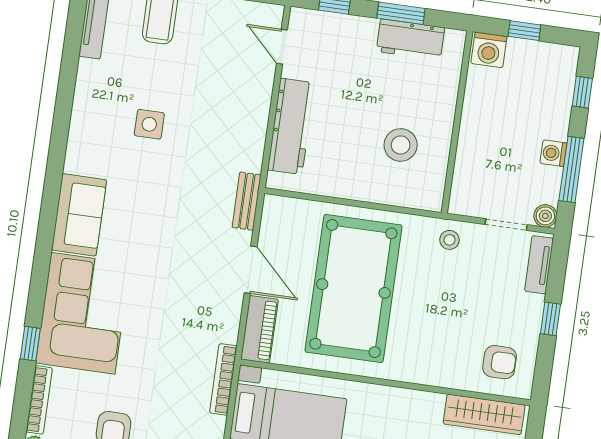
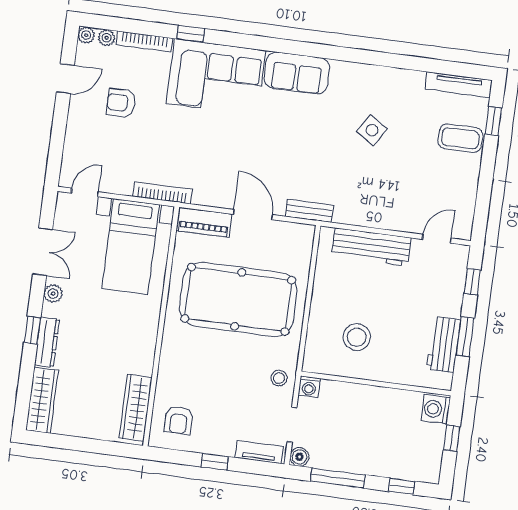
side table: (149, 124) -> (372, 130), turned 33
washing machine: (553, 153) -> (309, 387), moved, turned 180
door: (251, 270) -> (253, 215), swing flipped

